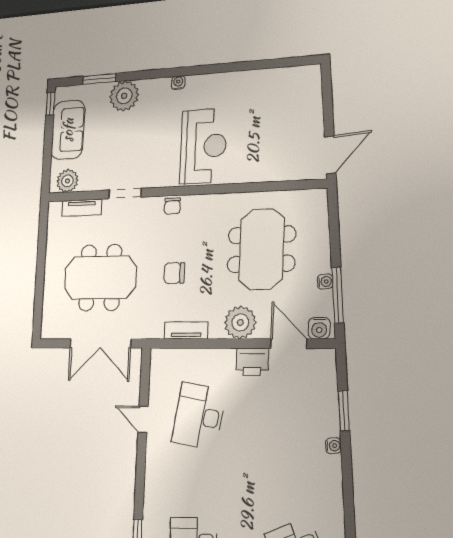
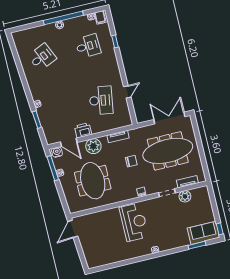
plant: (124, 96) -> (181, 239), removed
sofa: (68, 130) -> (203, 233), moved, turned 90
reception desk: (203, 146) -> (134, 222), turned 180
plant: (67, 181) -> (185, 196), moved
meeting table: (100, 278) -> (168, 151), width x1.36
double door: (100, 343) -> (169, 118), moved
door: (143, 419) -> (127, 92), hinge flipped

